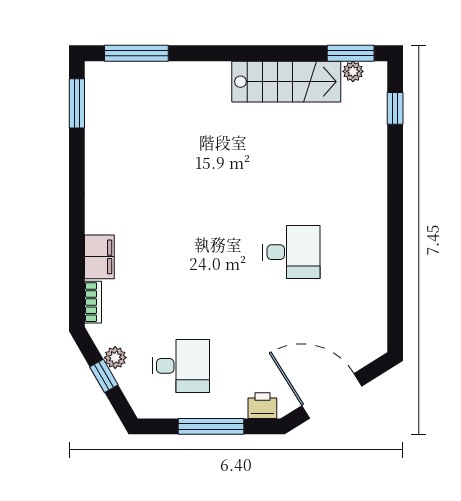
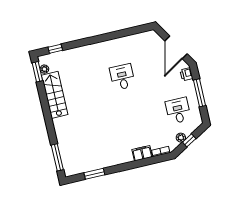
window: (77, 103) -> (94, 174), moved

